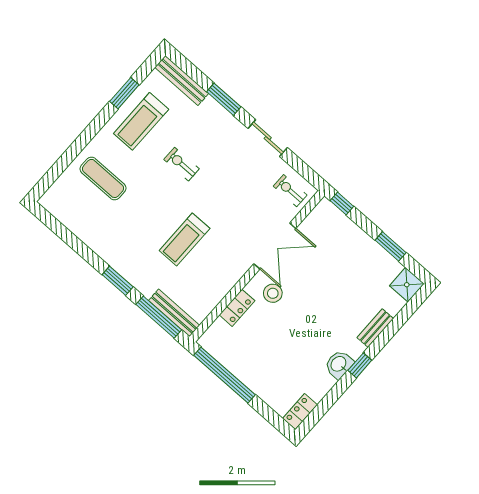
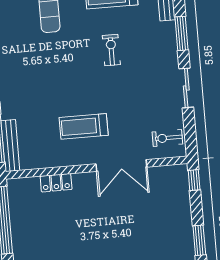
exercise bike: (290, 191) -> (167, 138), turned -90
treadmill: (185, 239) -> (84, 126), moved
stool: (273, 293) -> (90, 196), removed

